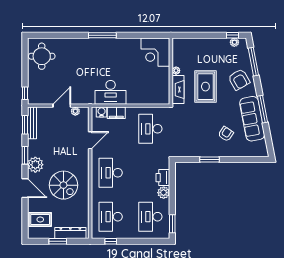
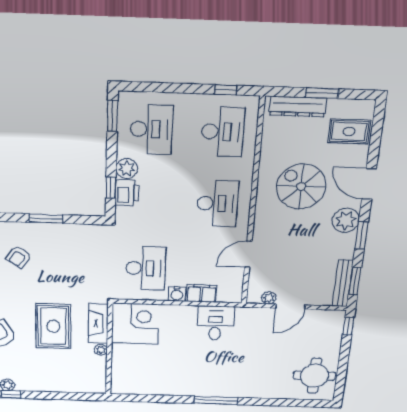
corner desk: (155, 52) -> (135, 324), moved
desk: (111, 92) -> (215, 323), width x0.73
water cooler: (102, 112) -> (177, 294), moved
window: (172, 180) -> (111, 188), added

